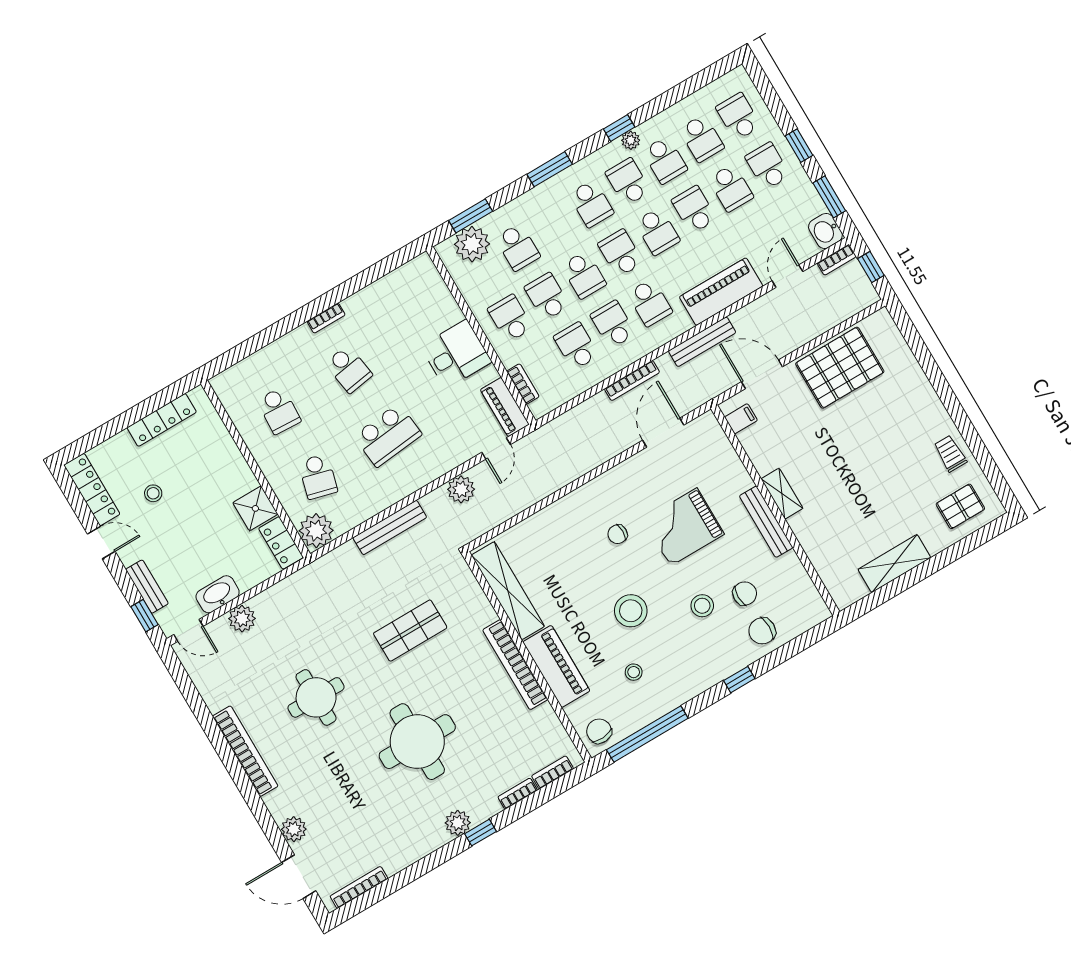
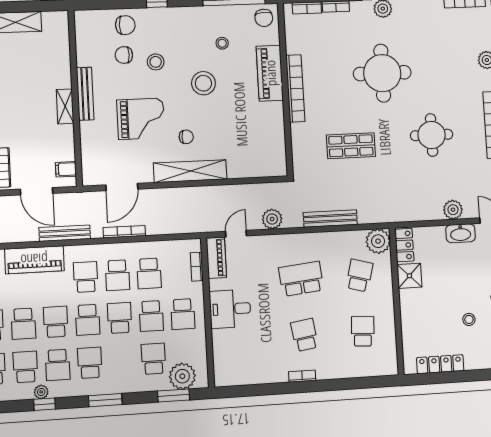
shelving: (508, 591) -> (190, 171), moved, turned 90

